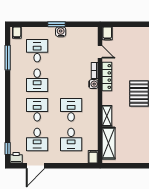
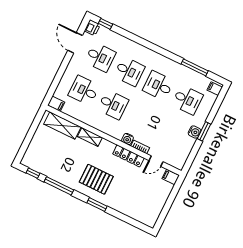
desk: (37, 139) -> (100, 57), turned 180

